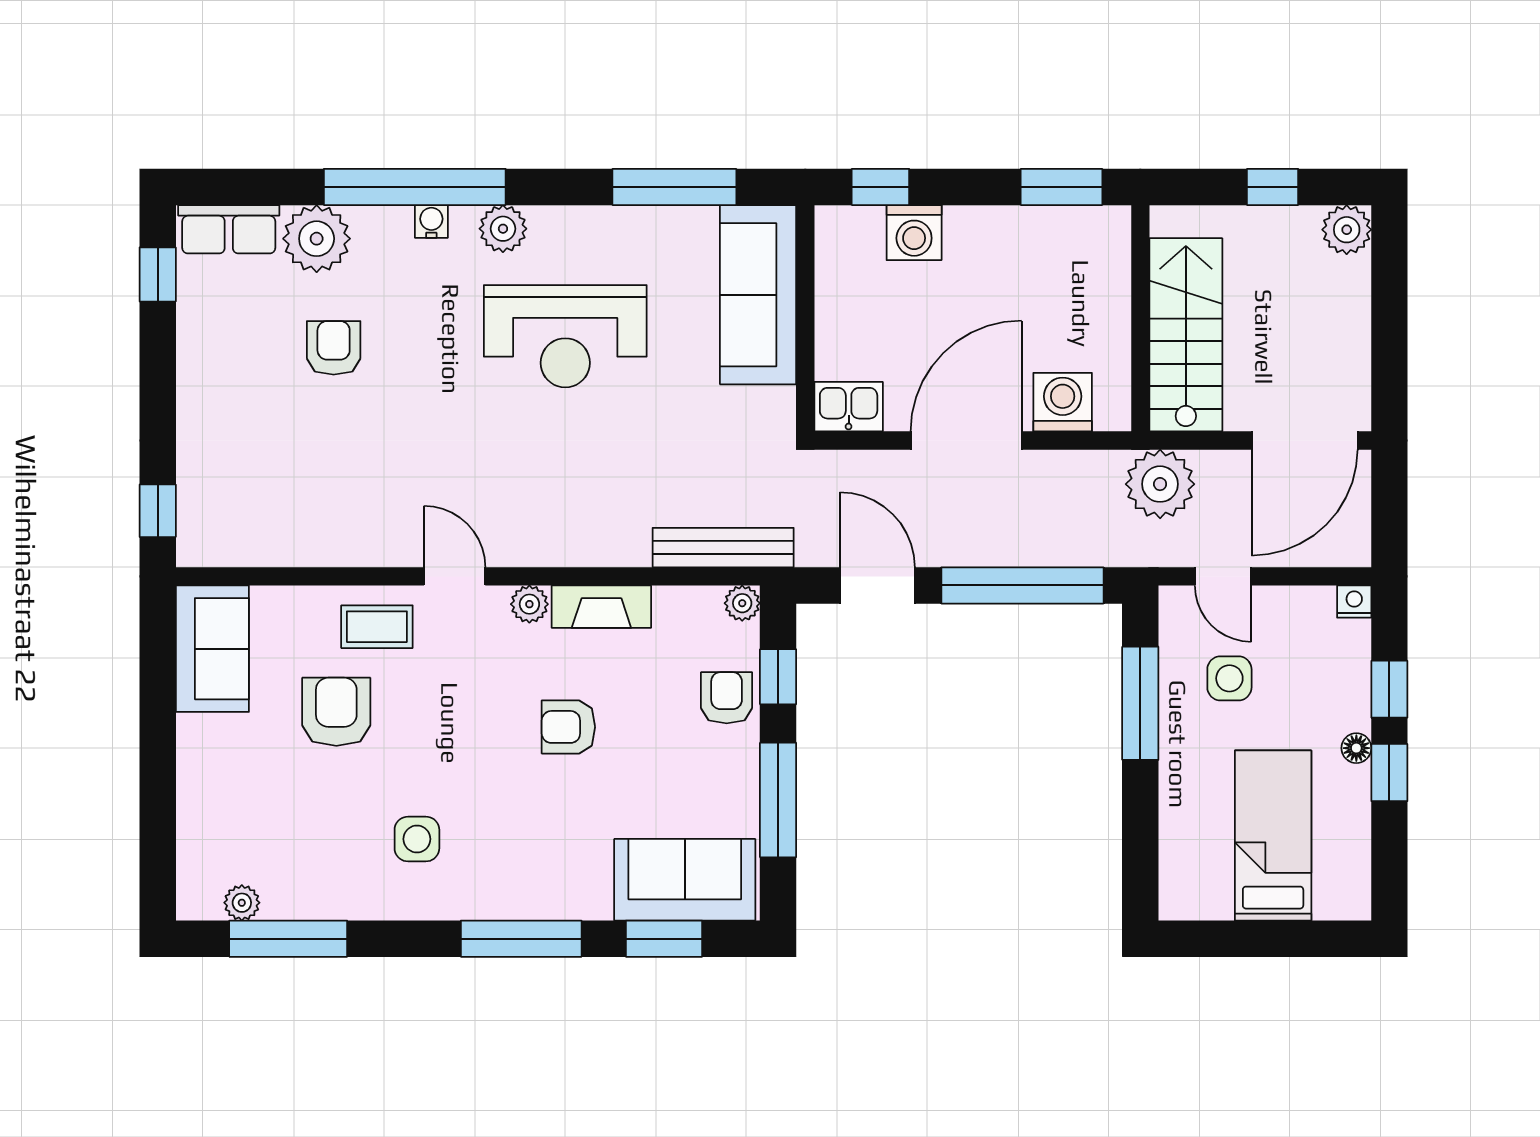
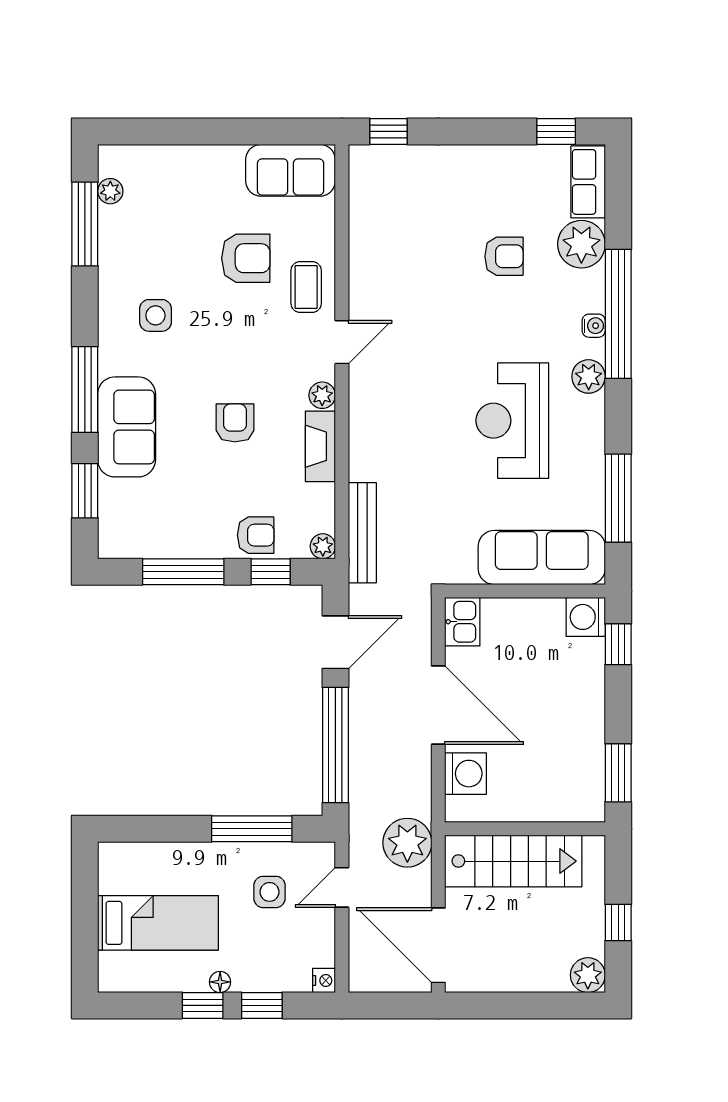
washing machine: (914, 233) -> (586, 617), moved
sofa: (685, 880) -> (127, 427), moved

